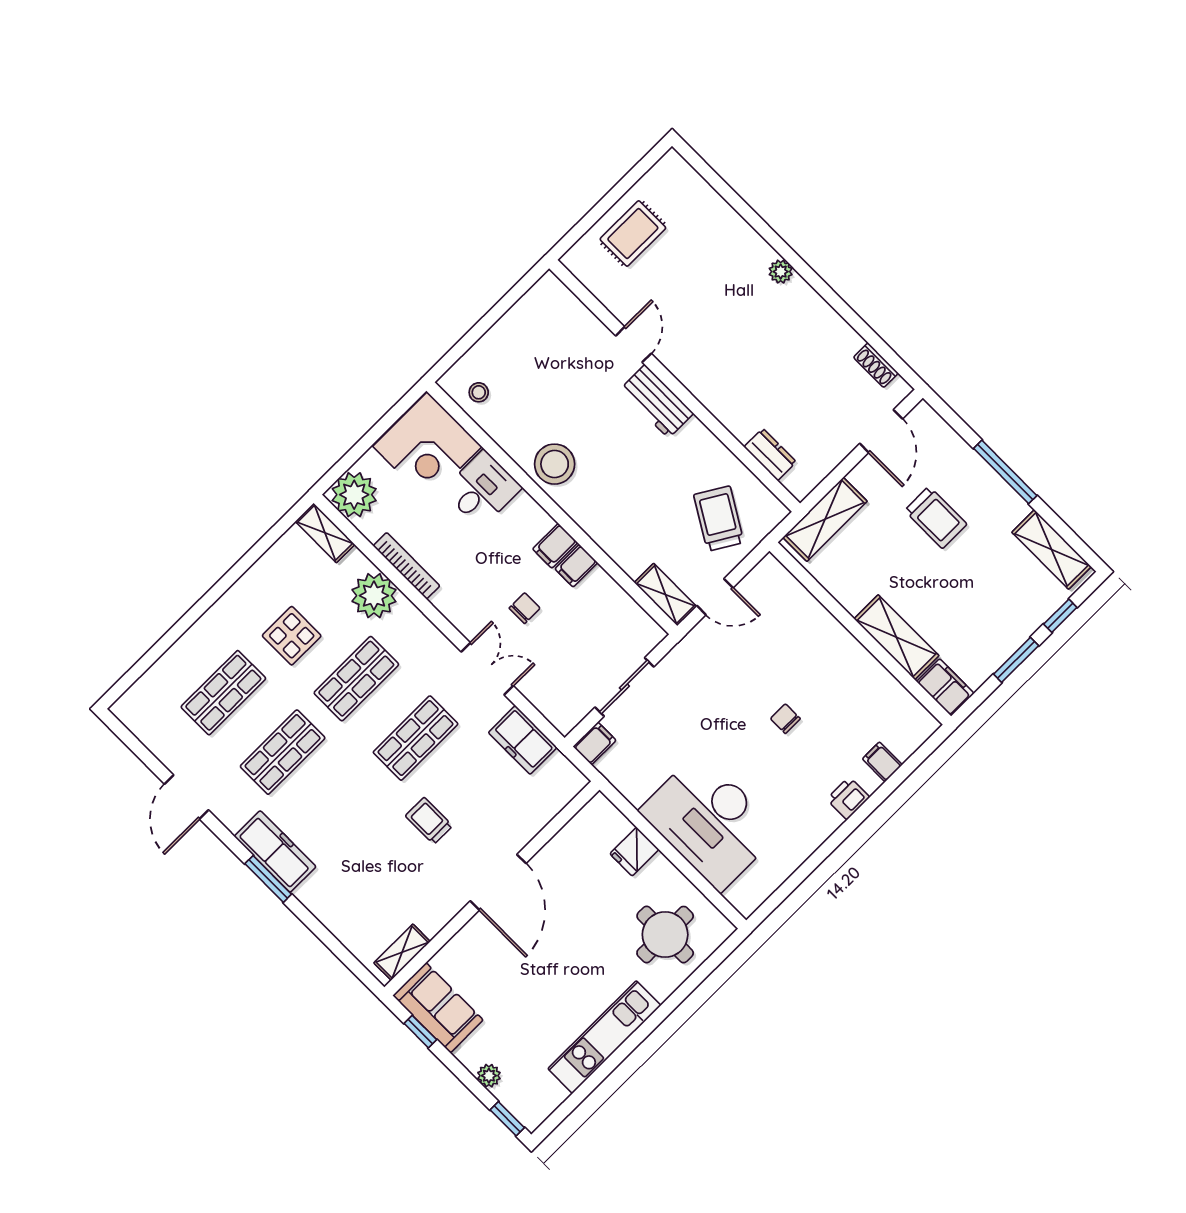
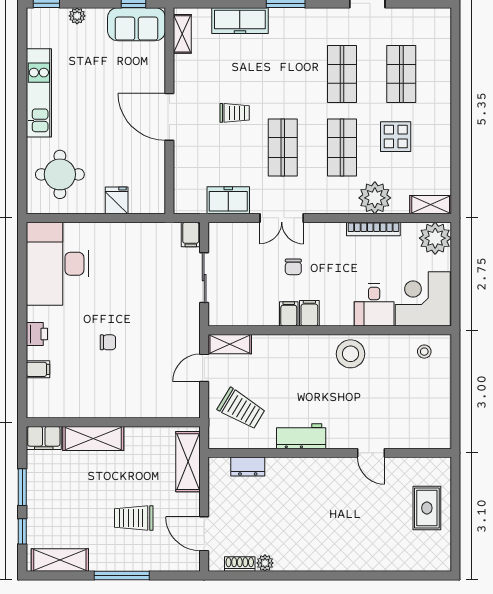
plant: (781, 272) -> (265, 563), moved
workbench: (657, 401) -> (301, 436), moved
desk: (710, 821) -> (58, 264), moved, turned -90
freezer: (275, 851) -> (240, 21), moved

